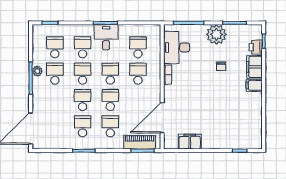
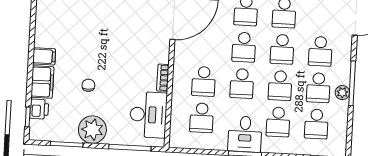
school desk: (55, 100) -> (320, 51), added

